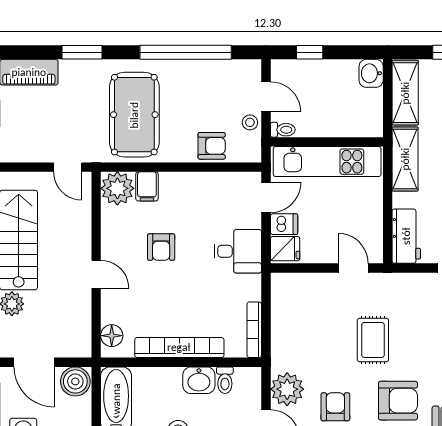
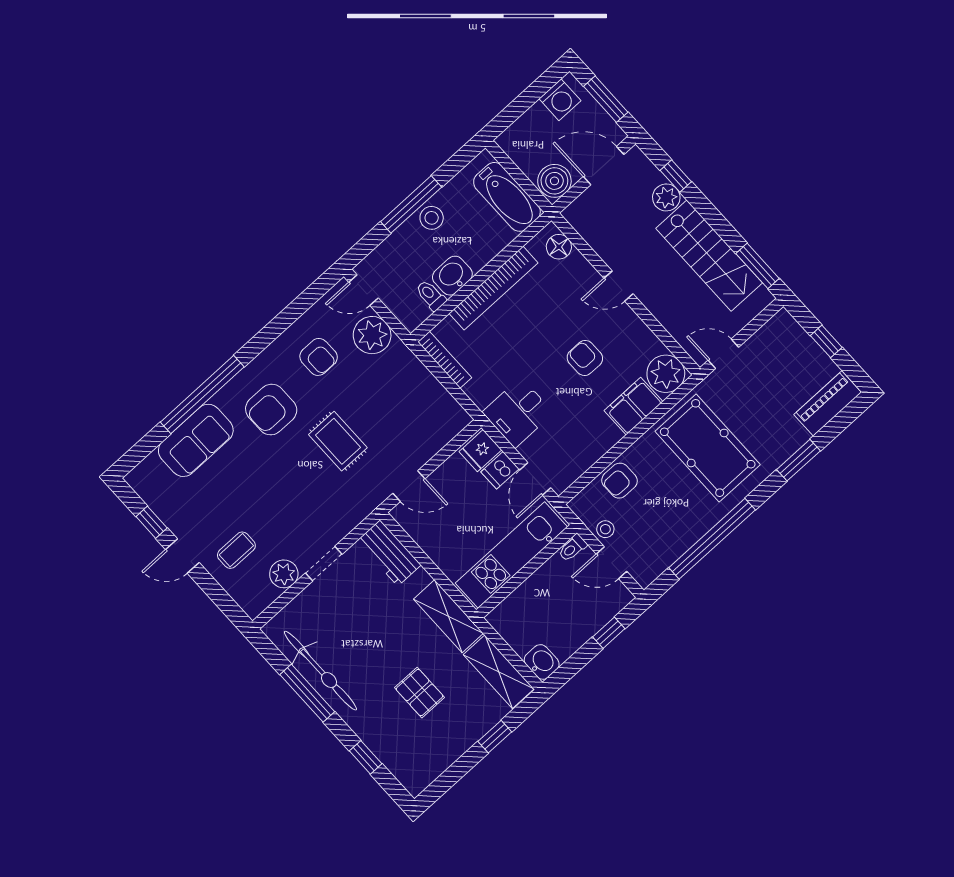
filing cabinet: (147, 186) -> (634, 406), width x2.00

